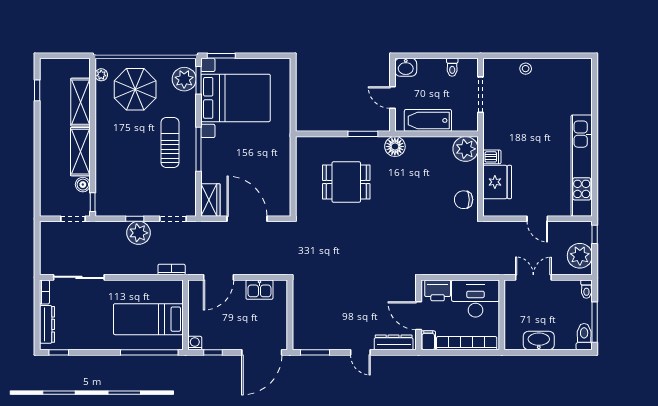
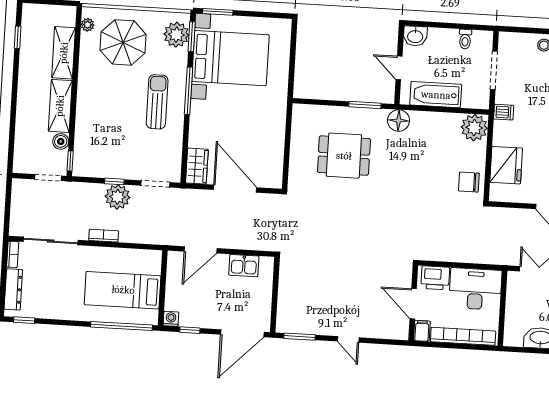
window: (199, 149) -> (189, 91), moved
dishwasher: (492, 157) -> (504, 112), moved
bookcase: (172, 270) -> (104, 236), moved
dresser: (394, 342) -> (385, 331), removed

